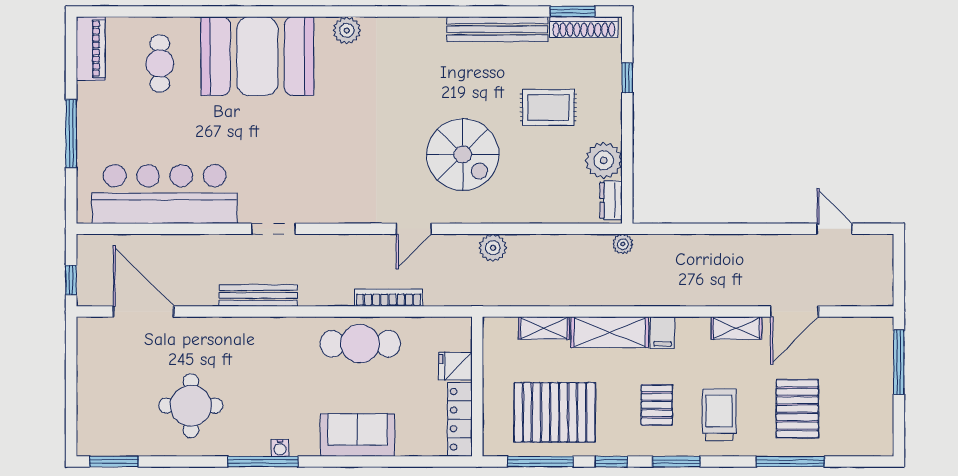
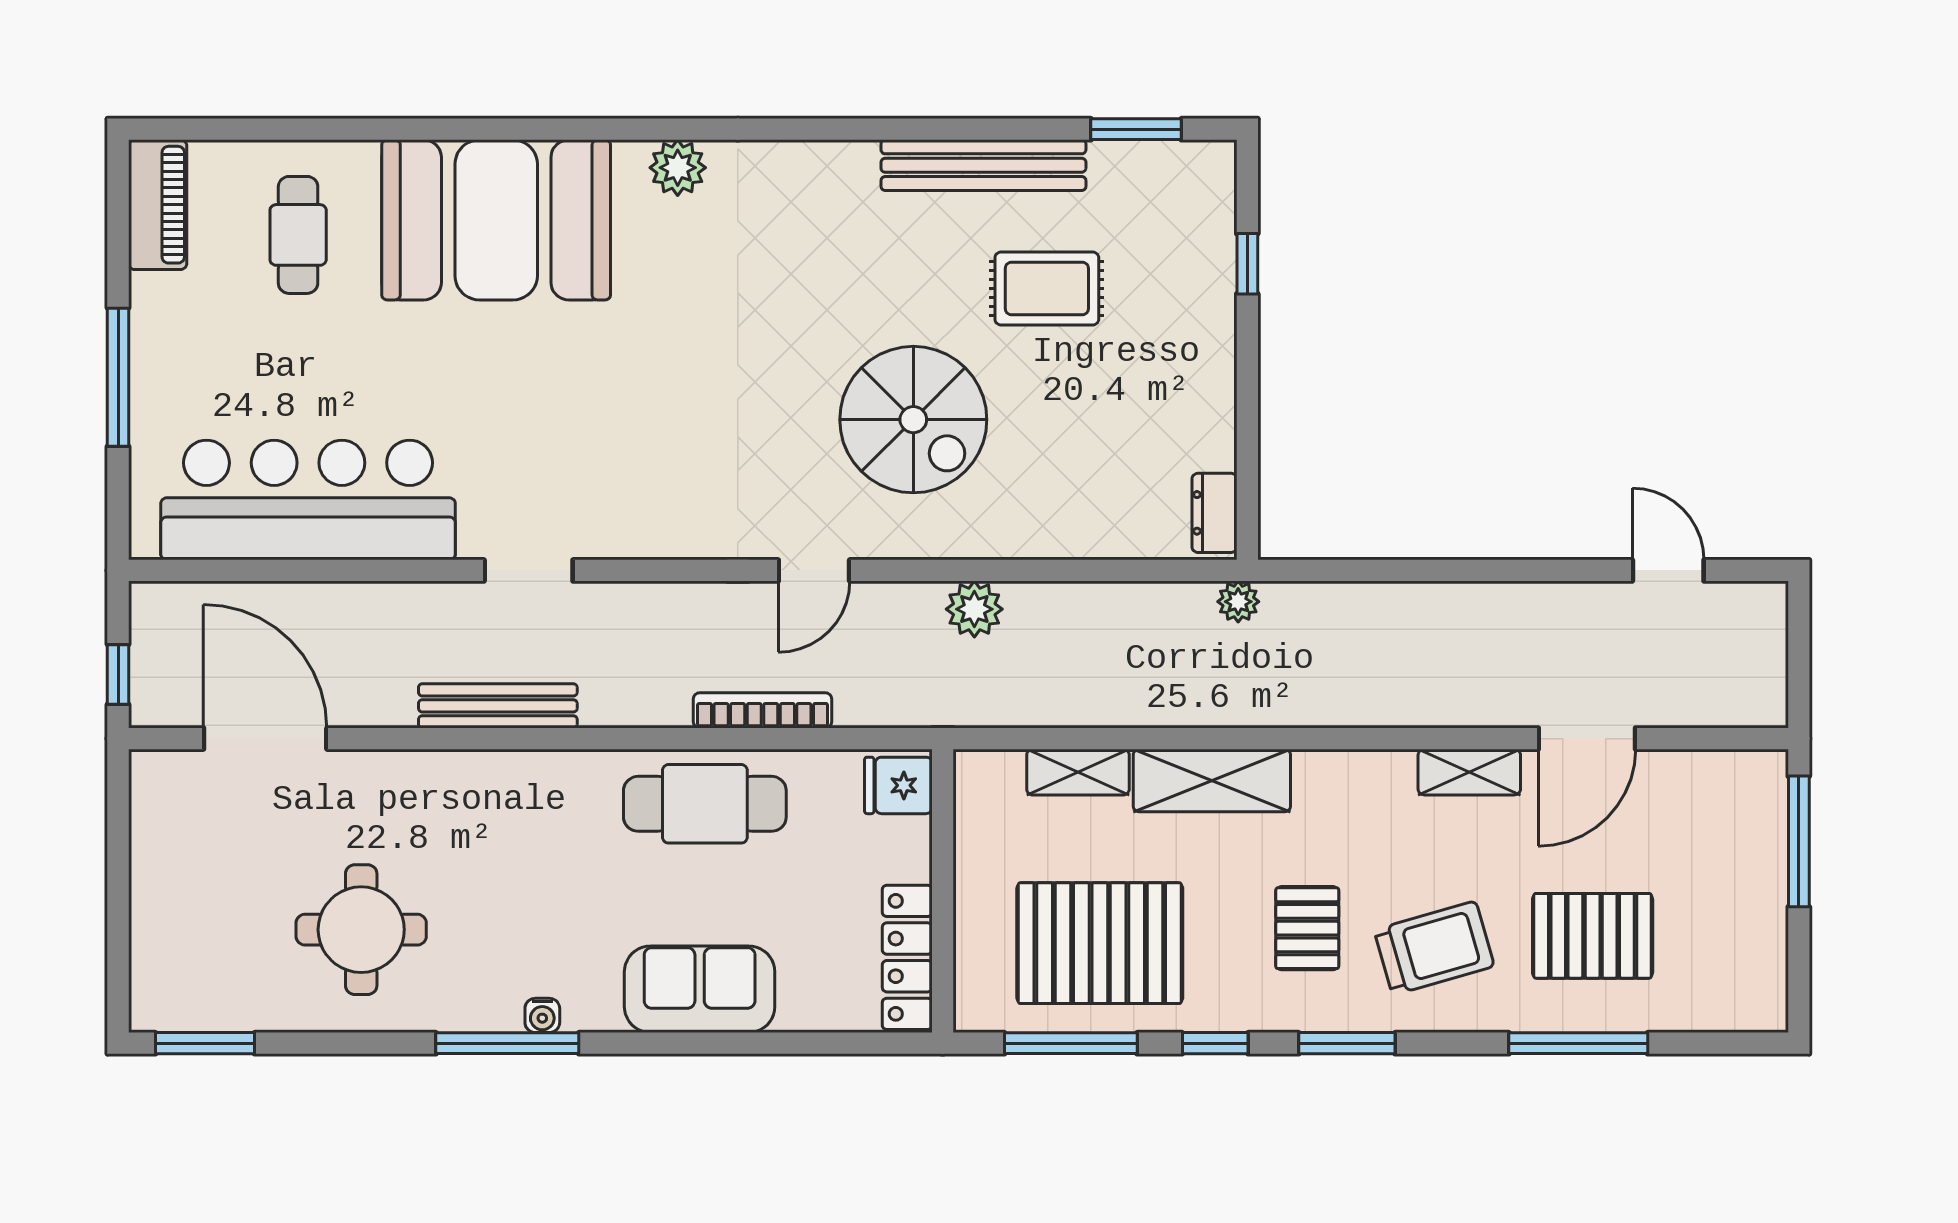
shoe rack: (584, 27) -> (1159, 161), removed
rug: (548, 107) -> (1047, 288), moved
plant: (604, 160) -> (1199, 432), removed
filing cabinet: (663, 333) -> (1319, 781), removed
fridge: (455, 366) -> (898, 785), moved
pallet: (797, 409) -> (1593, 936), turned 90
trolley: (719, 415) -> (1434, 948), turned 74

